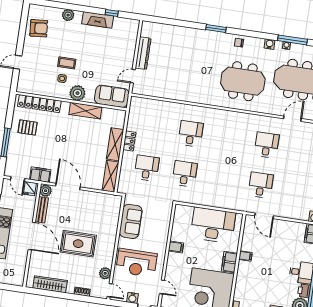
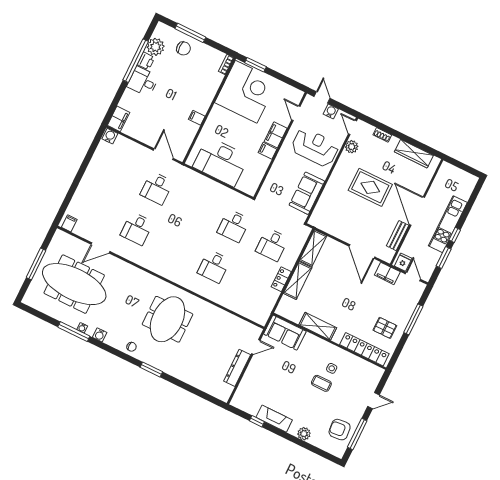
window: (22, 29) -> (357, 434), added
meeting table: (243, 81) -> (167, 319), moved, turned 90
plant: (77, 93) -> (320, 348), removed
plant: (46, 191) -> (387, 255), removed
filing cabinet: (229, 262) -> (276, 135), moved, turned 180

